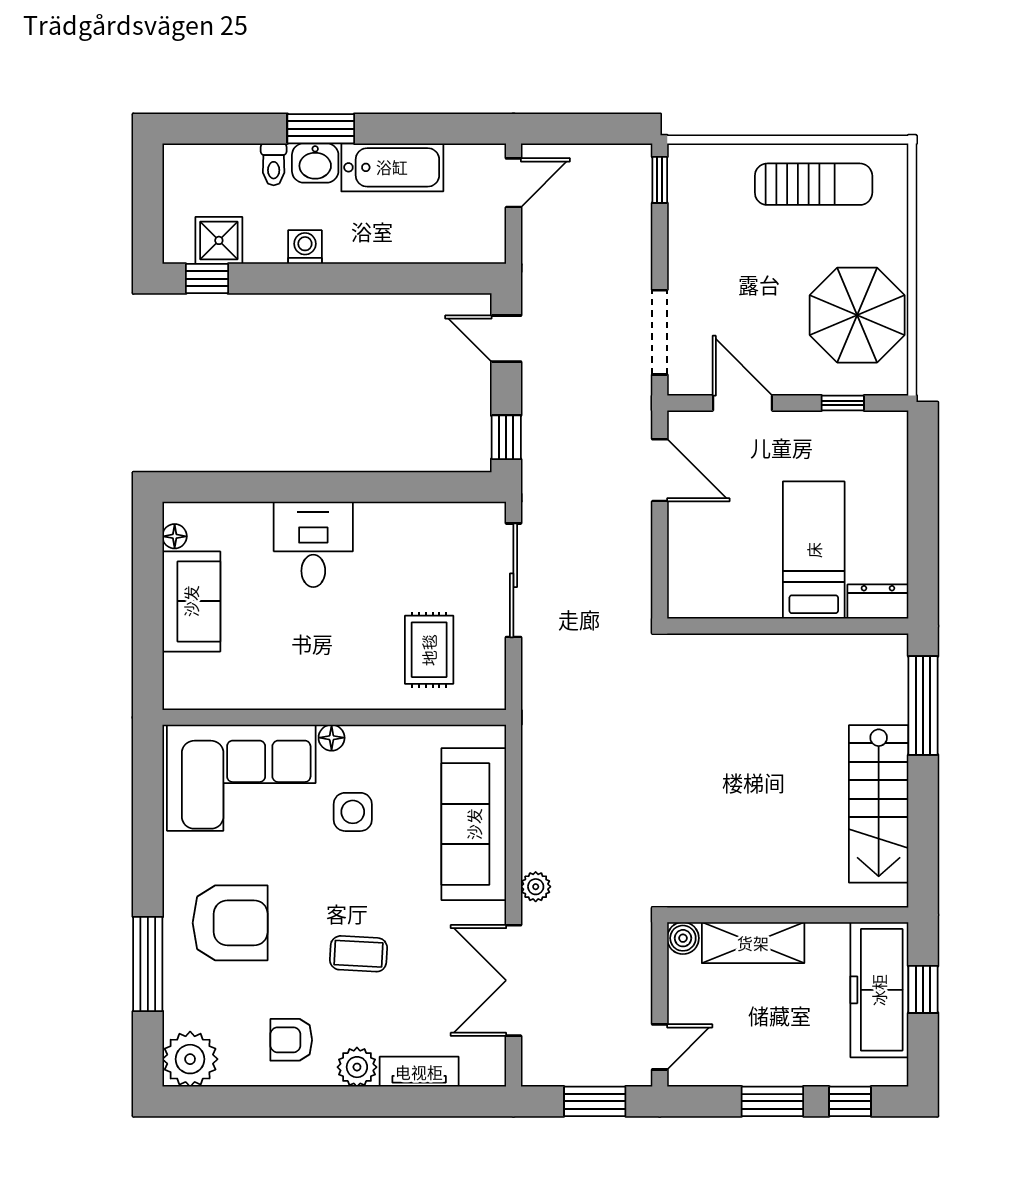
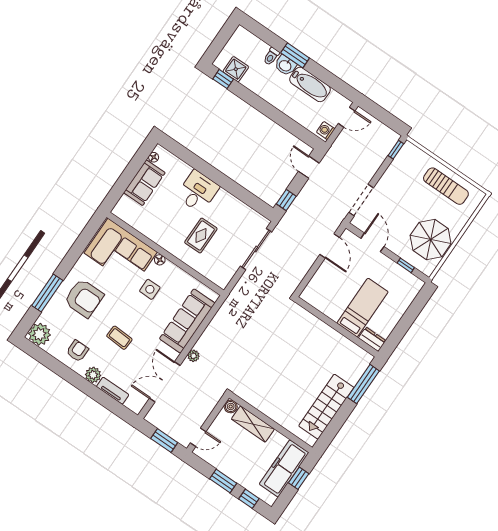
washing machine: (305, 247) -> (326, 131), moved, turned -90
rug: (429, 650) -> (201, 236), moved
armchair: (291, 1040) -> (77, 351), turned 90

